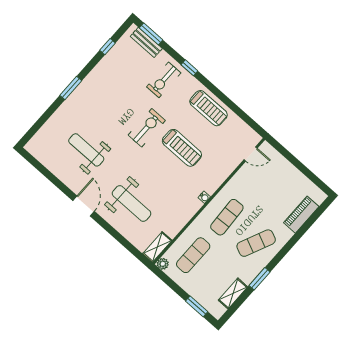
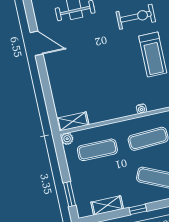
weight bench: (132, 203) -> (78, 70), removed
door: (84, 206) -> (37, 43), hinge flipped
window: (260, 279) -> (138, 209), width x0.67

